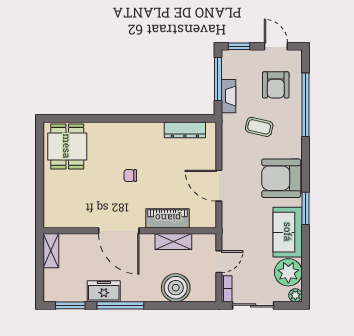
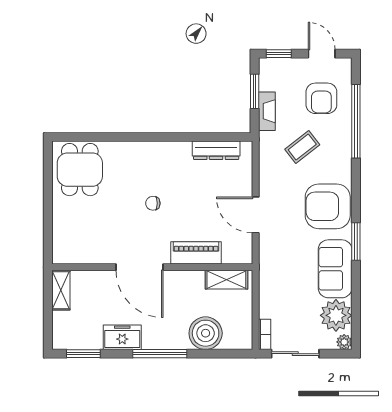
window: (218, 79) -> (255, 91), width x0.69
coffee table: (259, 127) -> (302, 147), turned -51
shelving: (173, 242) -> (226, 280), moved
door: (219, 262) -> (256, 303), removed
window: (120, 305) -> (160, 354), moved

